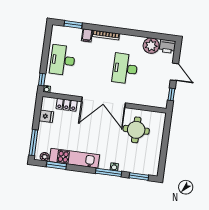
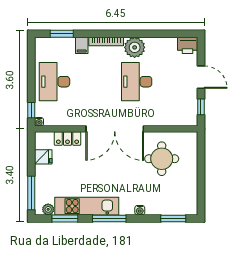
plant: (151, 46) -> (135, 47), moved
window: (109, 172) -> (109, 218), moved

